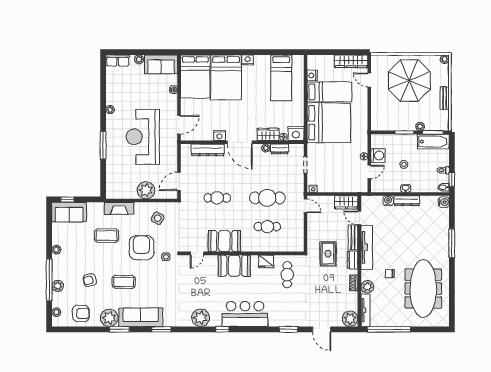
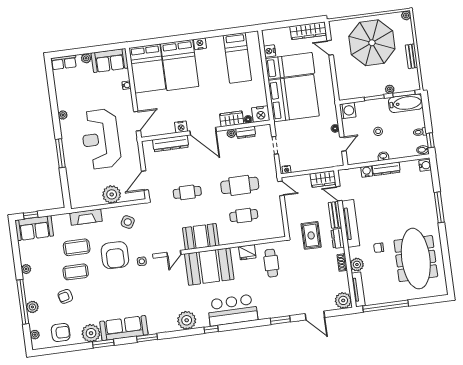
washing machine: (378, 156) -> (348, 111), moved
armchair: (141, 248) -> (115, 255), turned 180
booth: (234, 266) -> (209, 267), width x1.36, depth x1.42
coffee table: (124, 282) -> (76, 272), moved

